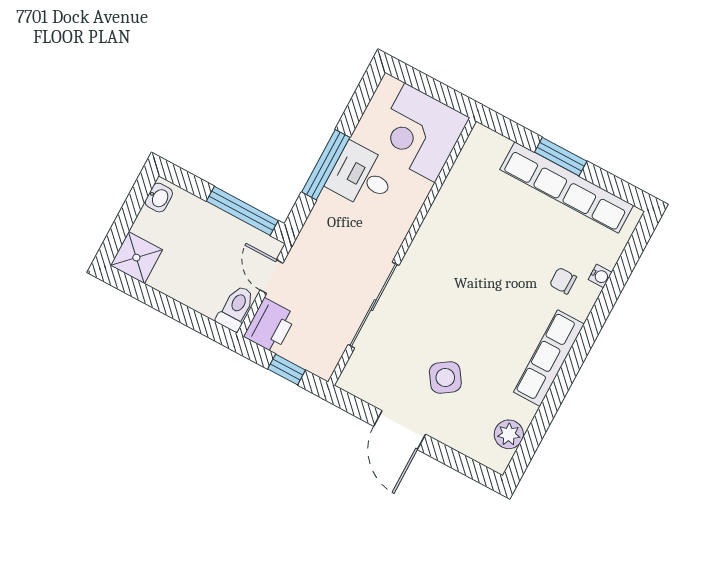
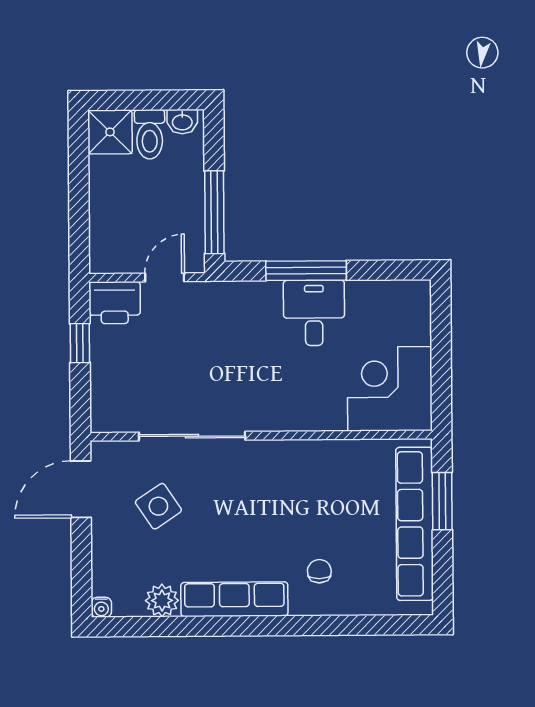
corner desk: (420, 133) -> (390, 389), moved
wall: (402, 252) -> (261, 436), moved
water cooler: (600, 276) -> (101, 607), moved
sliding door: (373, 305) -> (192, 436), moved
toilet: (236, 308) -> (150, 134), moved, turned 90
plant: (509, 434) -> (162, 600), moved

